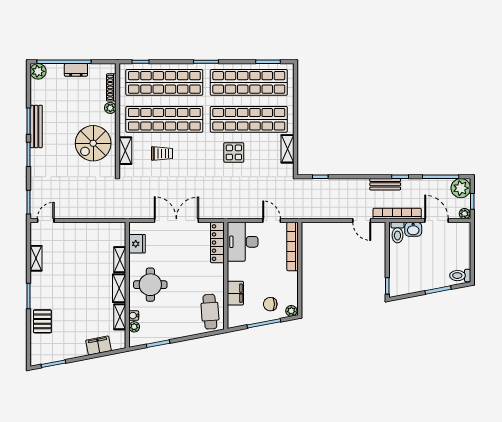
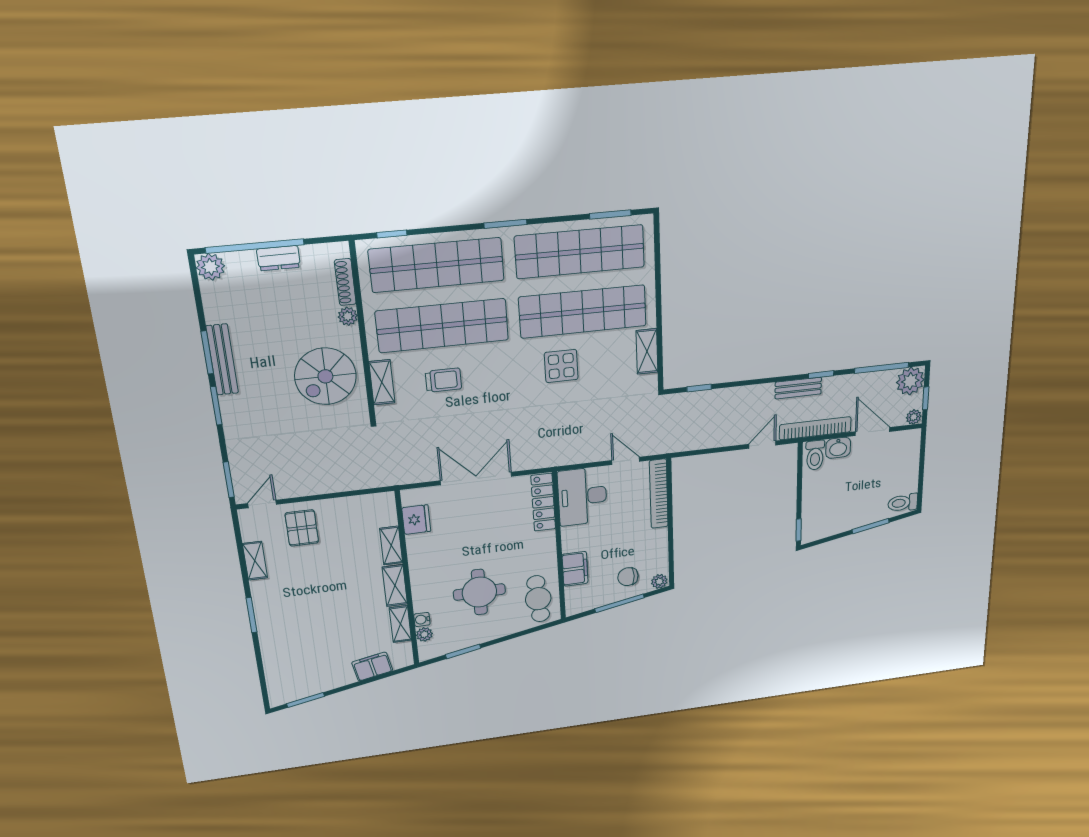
door: (362, 221) -> (762, 445), swing flipped
round table: (150, 285) -> (479, 592), moved
pallet: (42, 321) -> (302, 528), moved

